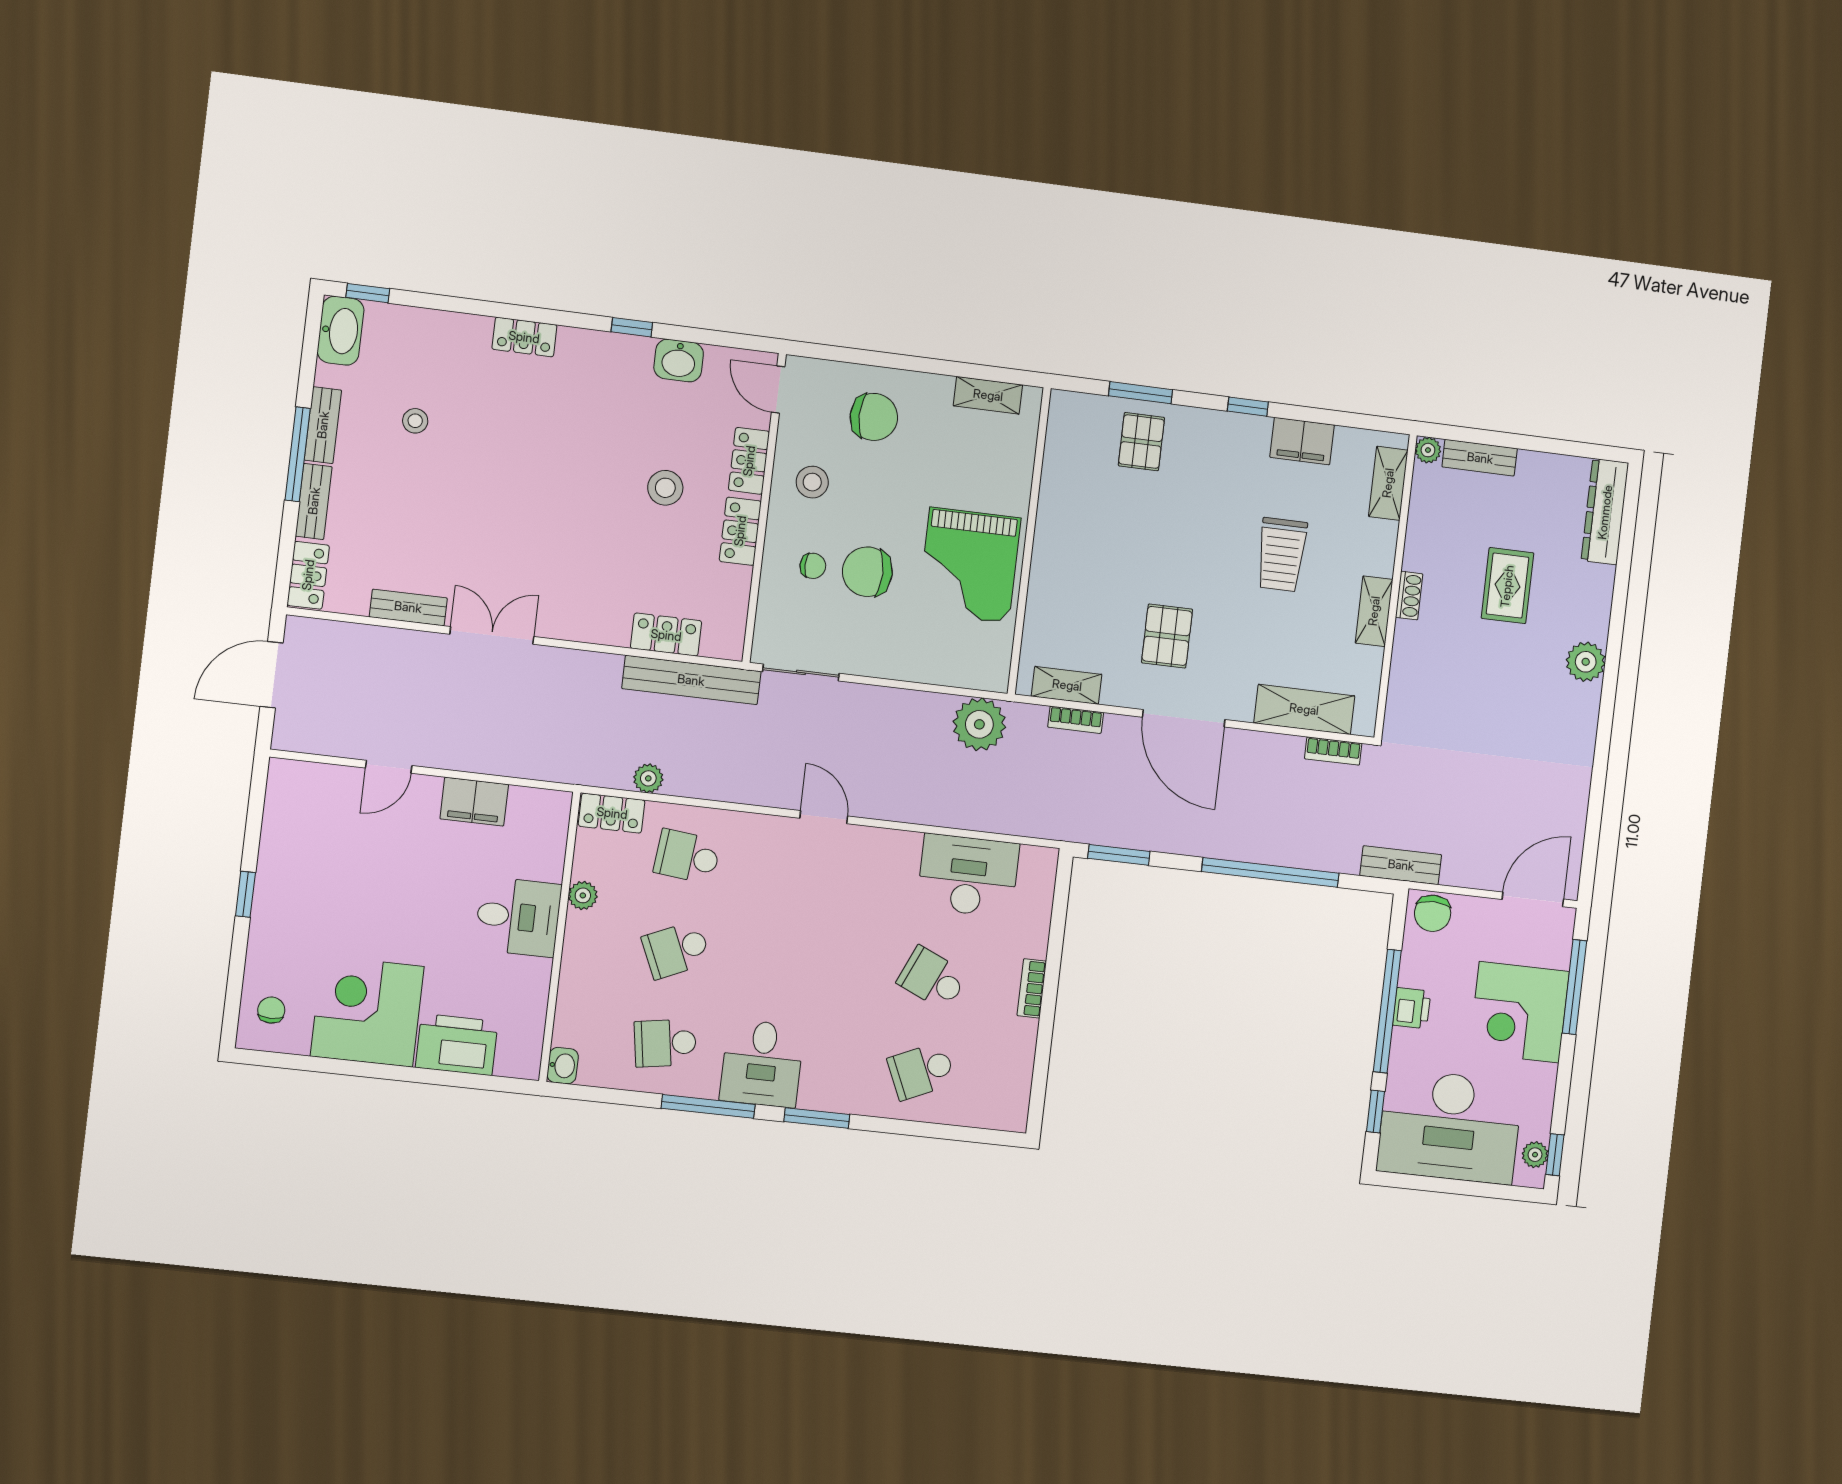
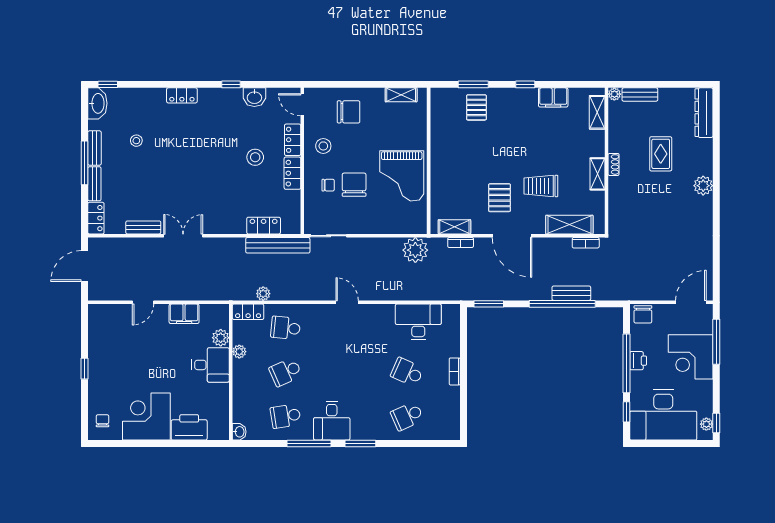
trolley: (1282, 555) -> (541, 186), moved, turned 90
chair: (867, 572) -> (354, 185), turned 90
plant: (546, 862) -> (221, 338), added
bench: (1401, 865) -> (571, 293), moved

